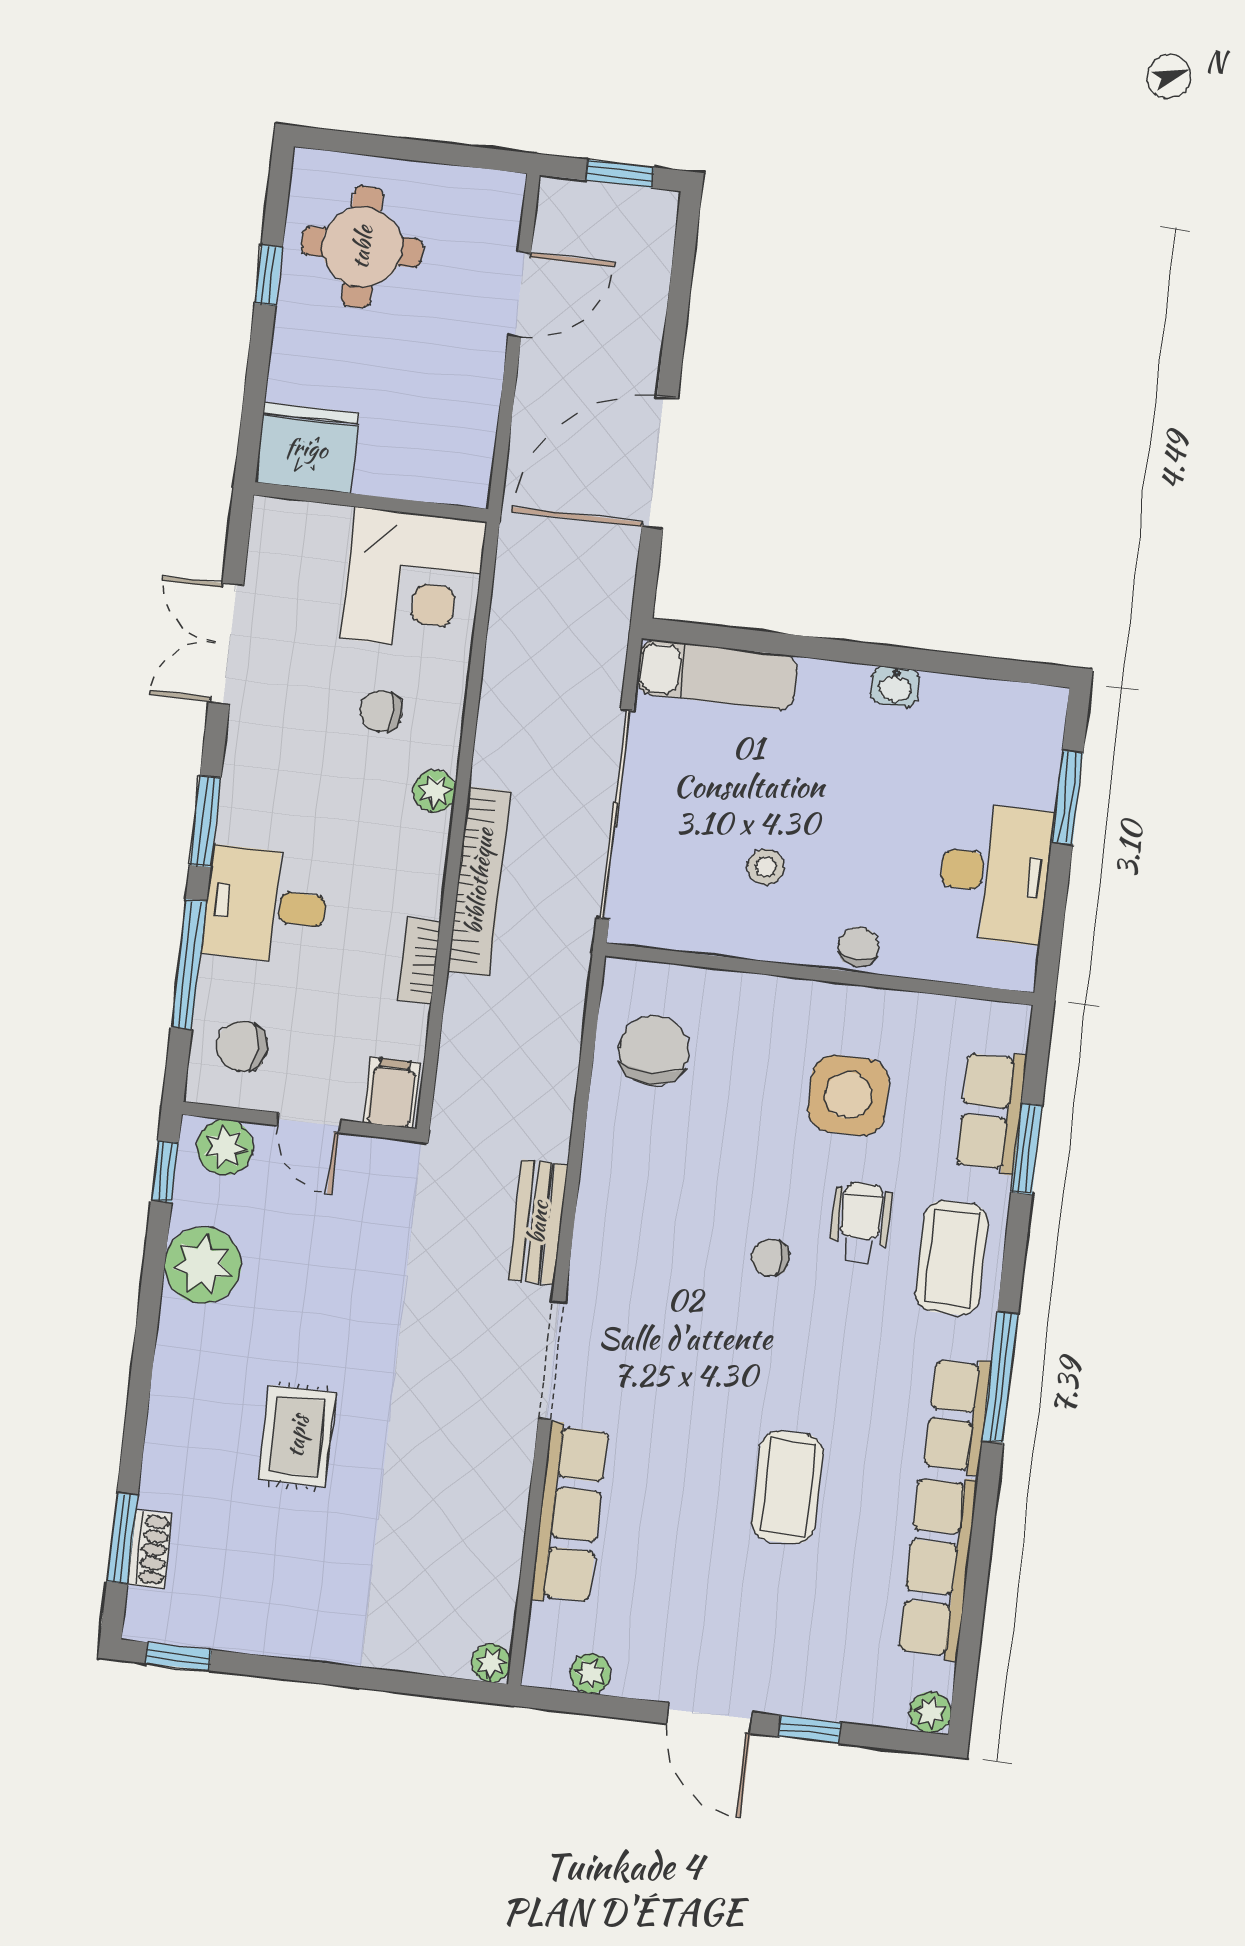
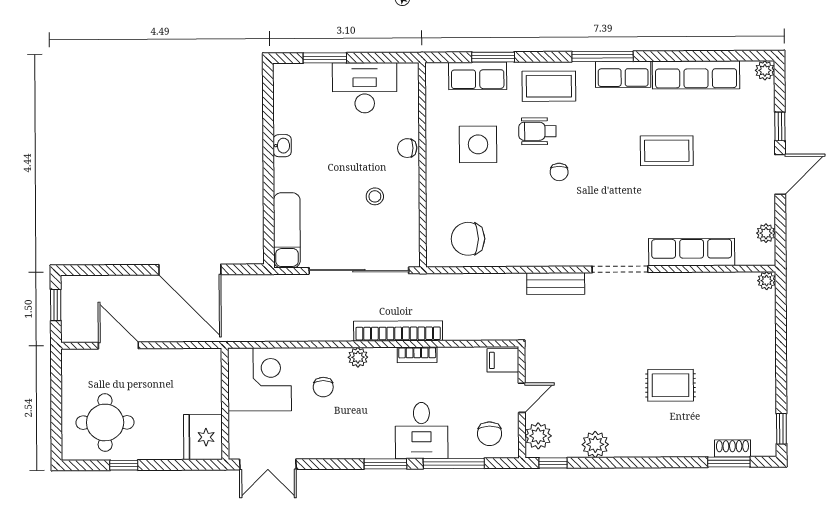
double door: (226, 643) -> (268, 464), moved
bookcase: (419, 961) -> (417, 355), moved
plant: (203, 1265) -> (595, 444), width x0.73, depth x0.73

